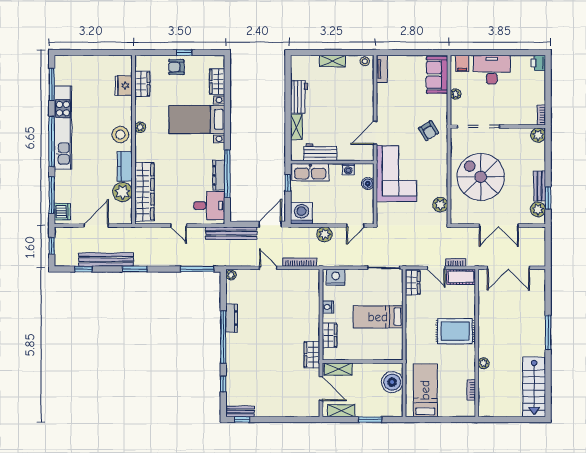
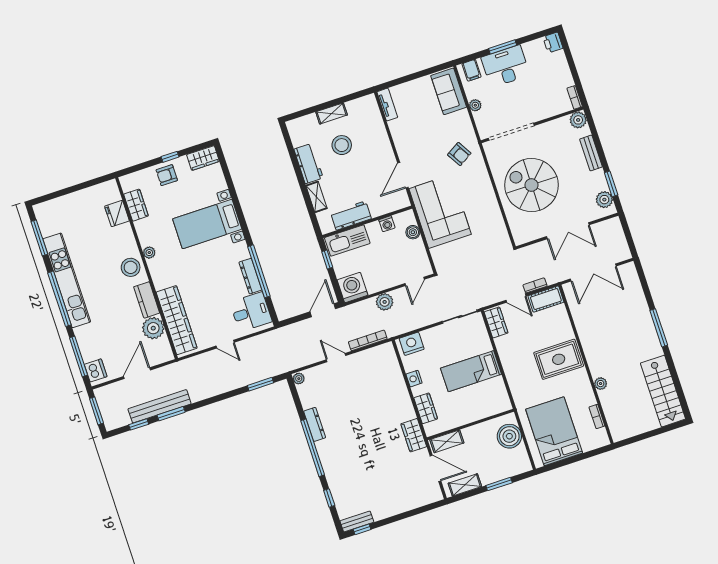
window: (495, 53) -> (503, 47), added
stool: (365, 61) -> (342, 145), moved, width x1.89, depth x1.89
wardrobe: (217, 82) -> (203, 158), moved, turned -90
bench: (540, 186) -> (591, 153), moved
plant: (440, 205) -> (498, 229), removed
bench: (231, 233) -> (284, 334), removed
window: (52, 246) -> (96, 411), width x1.50
window: (135, 269) -> (171, 414), moved
window: (197, 269) -> (261, 384), width x0.69
bed: (425, 390) -> (554, 431), width x1.50

